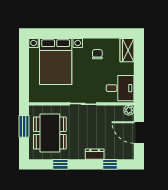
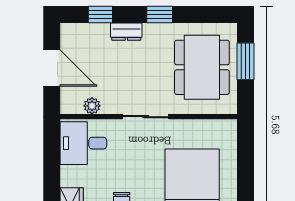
plant: (129, 110) -> (92, 106), moved
window: (24, 126) -> (246, 61), moved
window: (60, 164) -> (160, 14), moved

